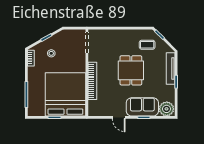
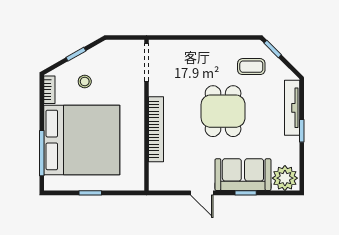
bed: (65, 94) -> (82, 140), moved, turned 90

